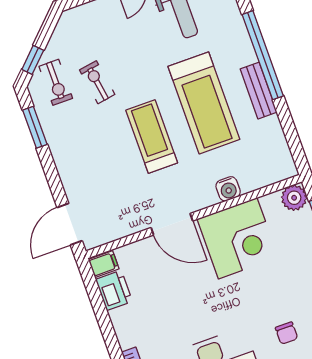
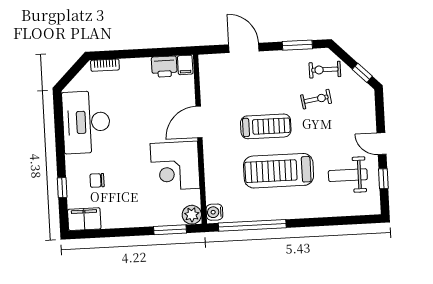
window: (263, 55) -> (252, 225), moved
window: (33, 60) -> (362, 73), moved
bench: (259, 91) -> (276, 212), removed
water cooler: (228, 189) -> (214, 212), moved
door: (70, 224) -> (244, 48), moved

